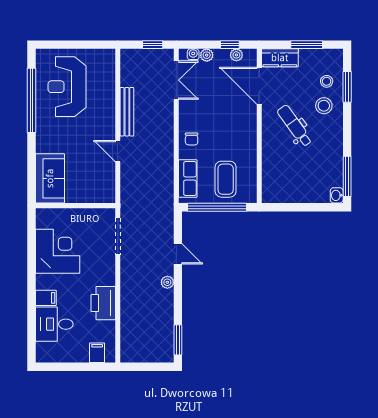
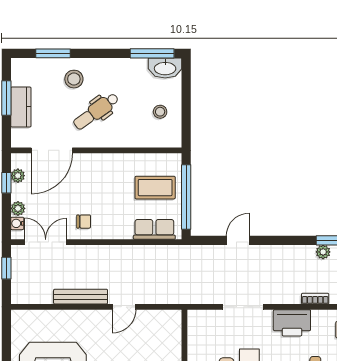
kitchen counter: (280, 58) -> (21, 107), moved
stool: (327, 81) -> (160, 112), moved
chair: (192, 139) -> (84, 222), moved
washbasin: (337, 195) -> (165, 68), width x1.91, depth x1.45
doorway: (118, 236) -> (243, 307), moved
plant: (167, 282) -> (323, 252), moved
bookcase: (125, 324) -> (315, 299), added

